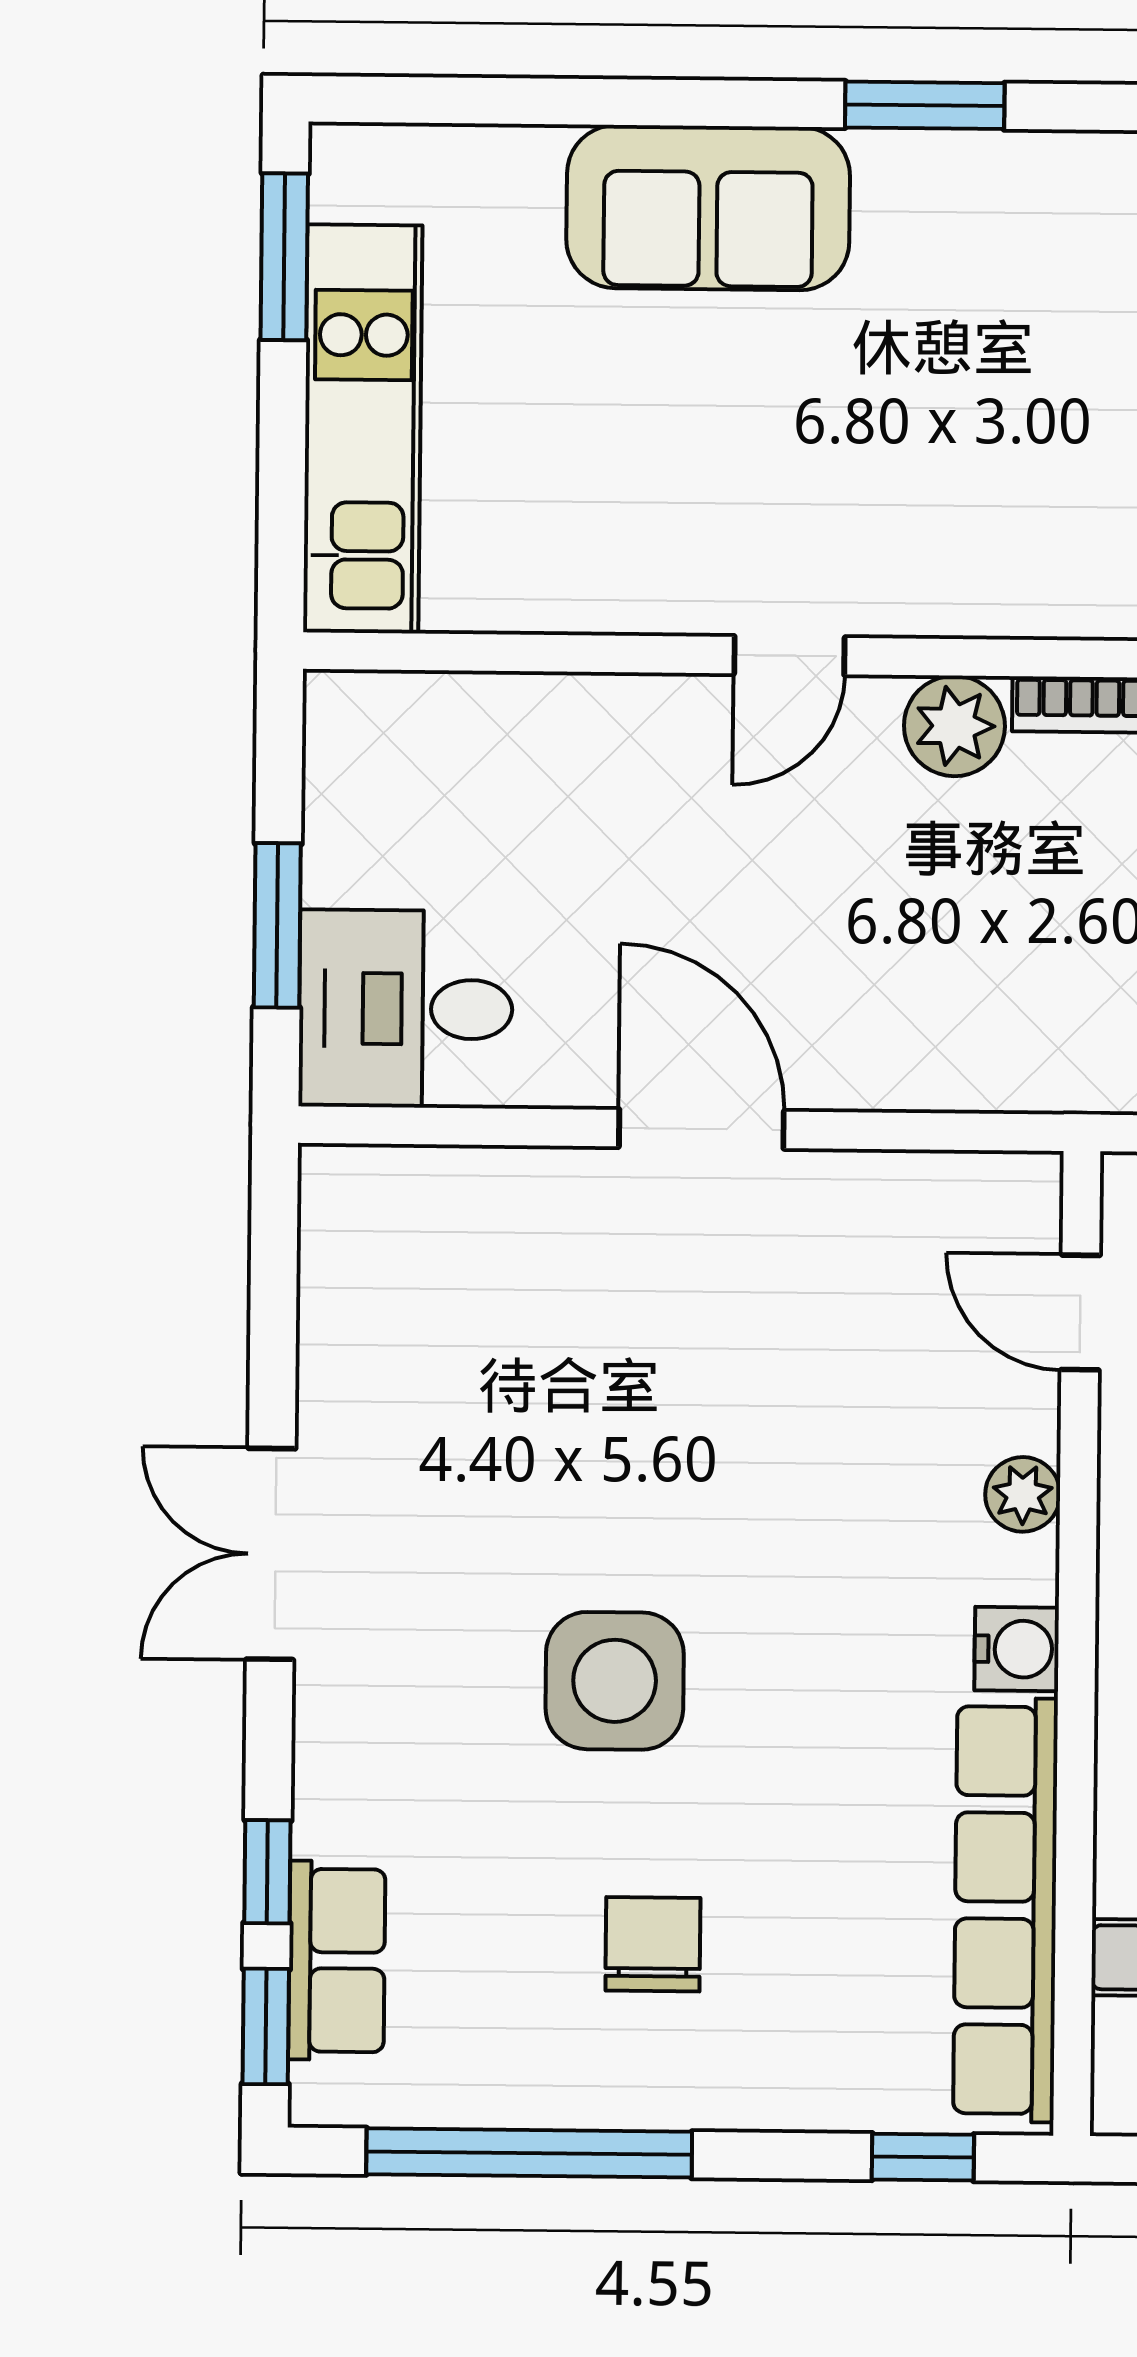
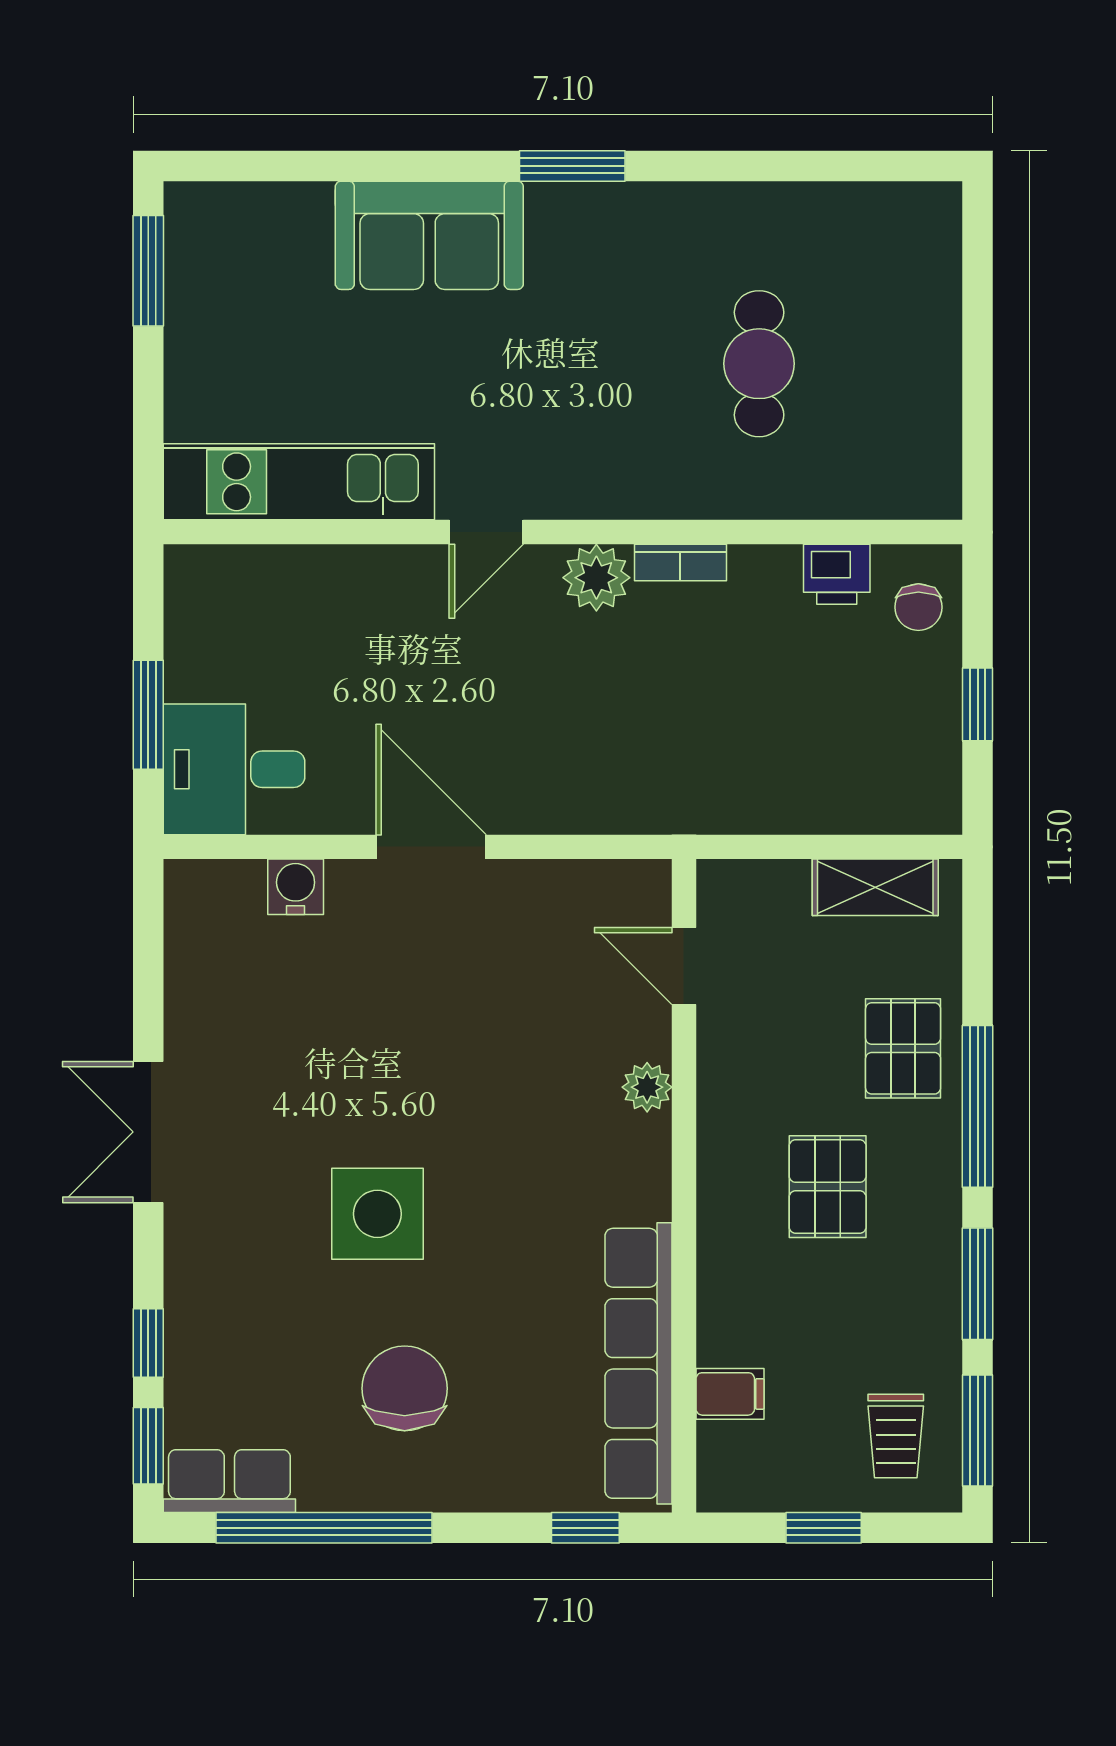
kitchen unit: (363, 429) -> (299, 482), moved, turned -90
water cooler: (1017, 1649) -> (296, 887), moved, turned -90
chair: (653, 1944) -> (405, 1388), width x1.37, depth x1.37
row of seats: (337, 1960) -> (229, 1481), moved, turned -90

